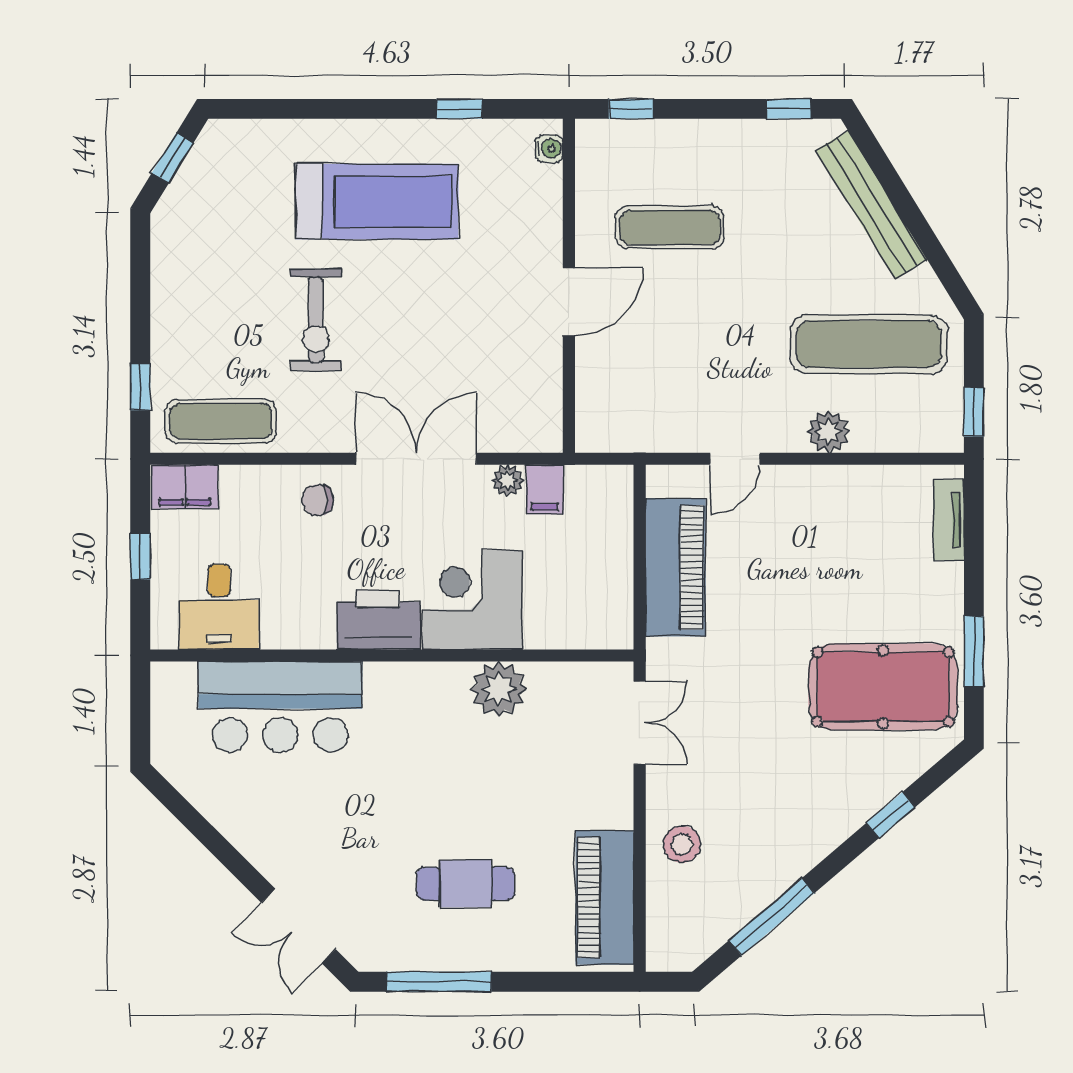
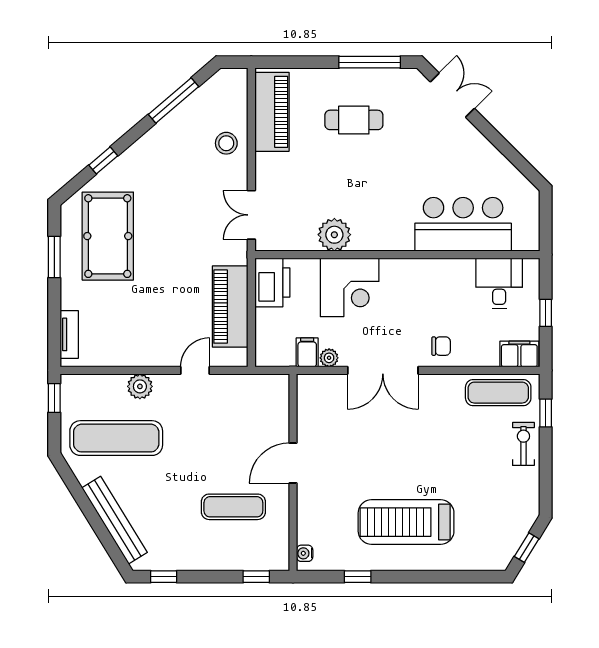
exercise bike: (316, 320) -> (523, 444), moved, width x0.73, depth x0.72
printer: (378, 620) -> (272, 282), moved, turned -90
pool table: (883, 687) -> (108, 236), turned 90

